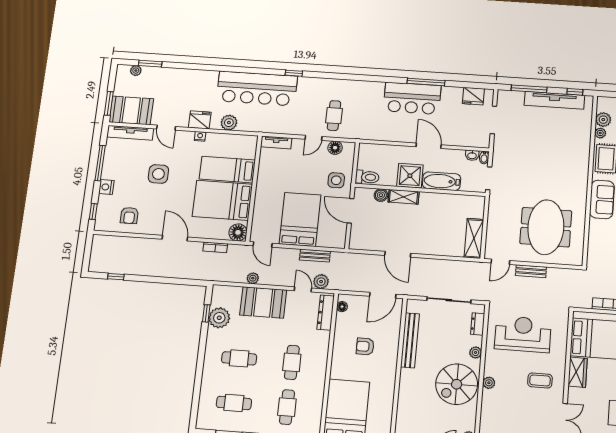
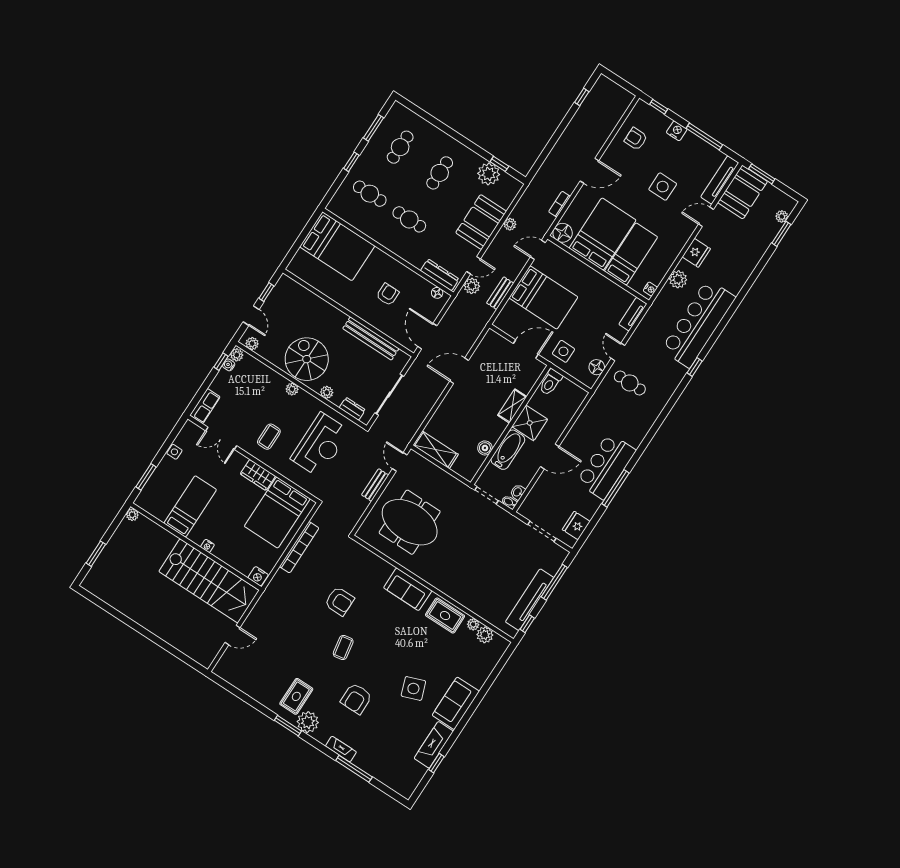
nightstand: (200, 136) -> (650, 289), moved
boiler: (381, 195) -> (485, 448), moved

